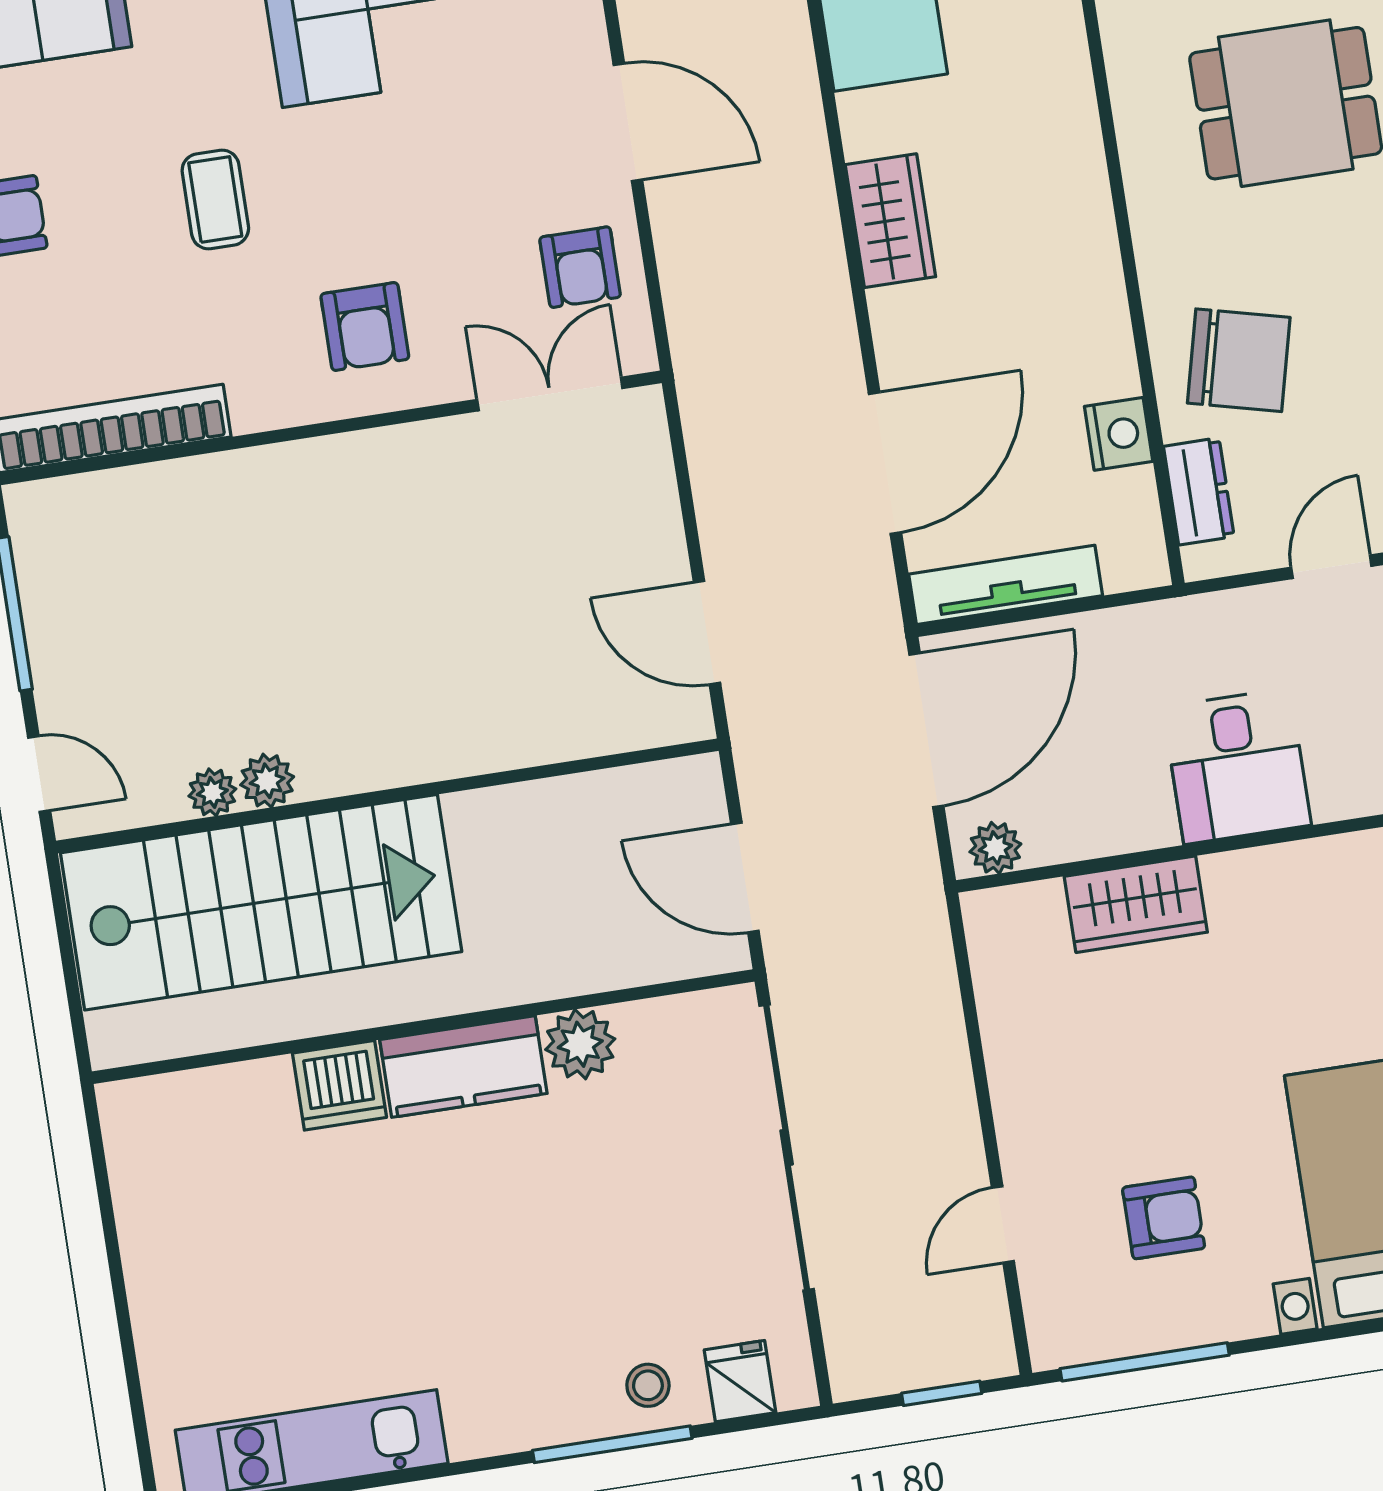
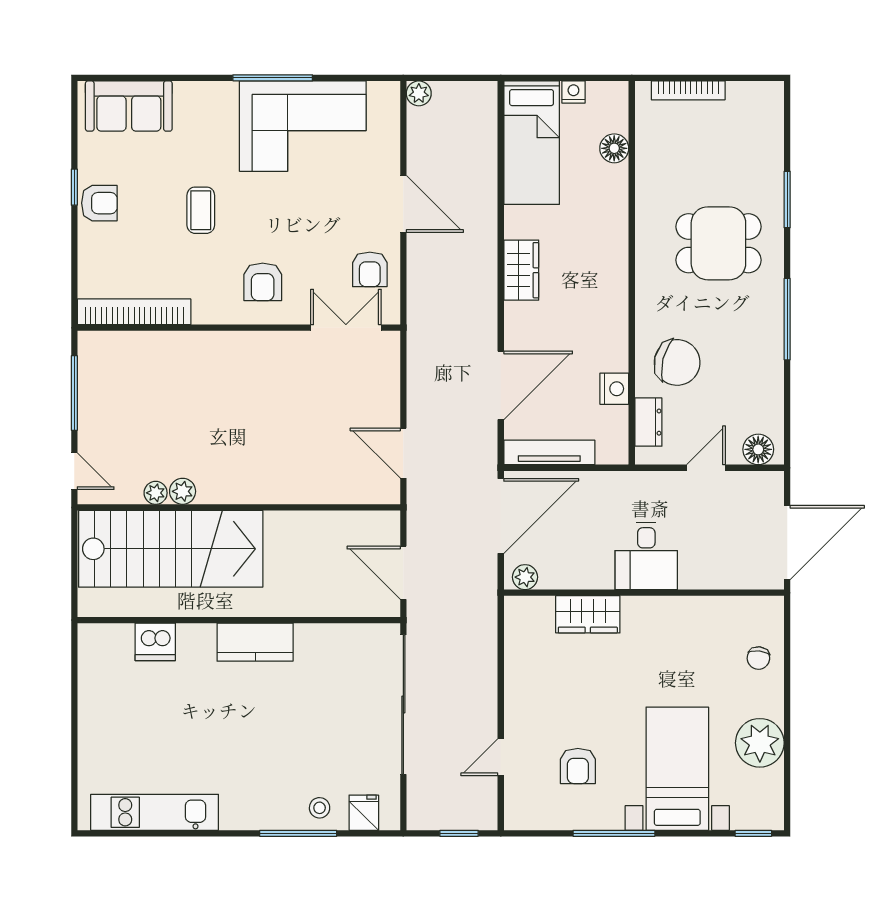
plant: (580, 1044) -> (312, 640), removed
dishwasher: (339, 1085) -> (155, 642), moved
armchair: (1164, 1218) -> (578, 766), turned 90
window: (1145, 1362) -> (614, 833), moved

